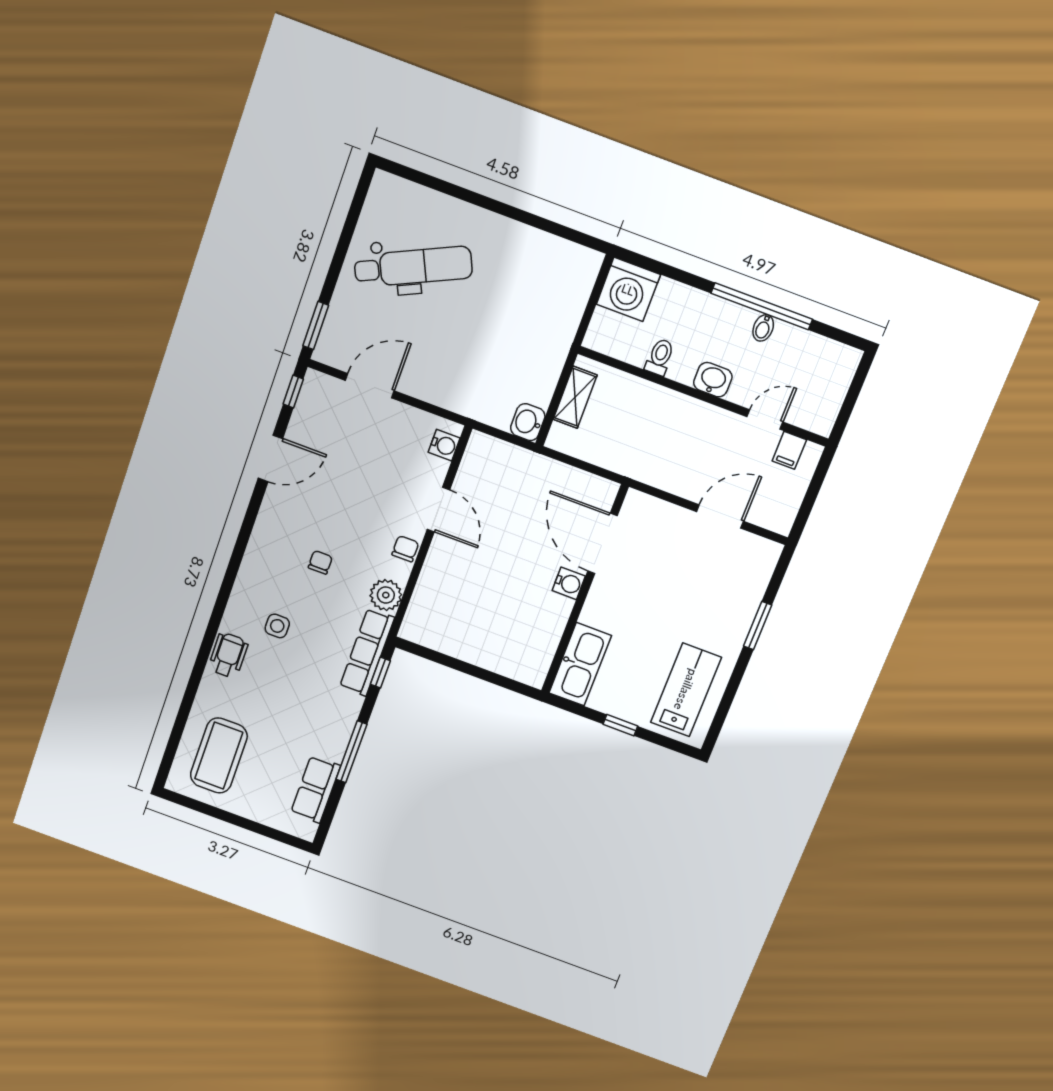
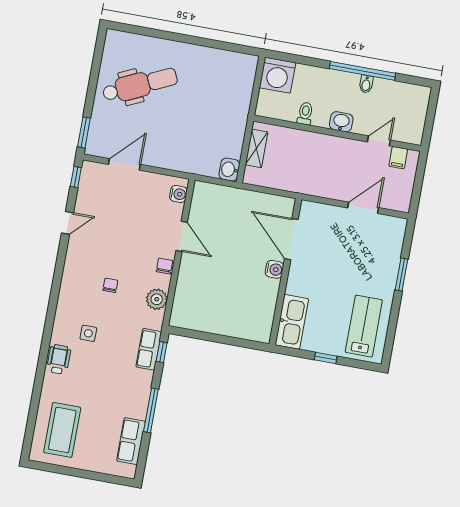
door: (270, 458) -> (67, 223), width x0.73
row of seats: (367, 652) -> (149, 349), width x0.68

